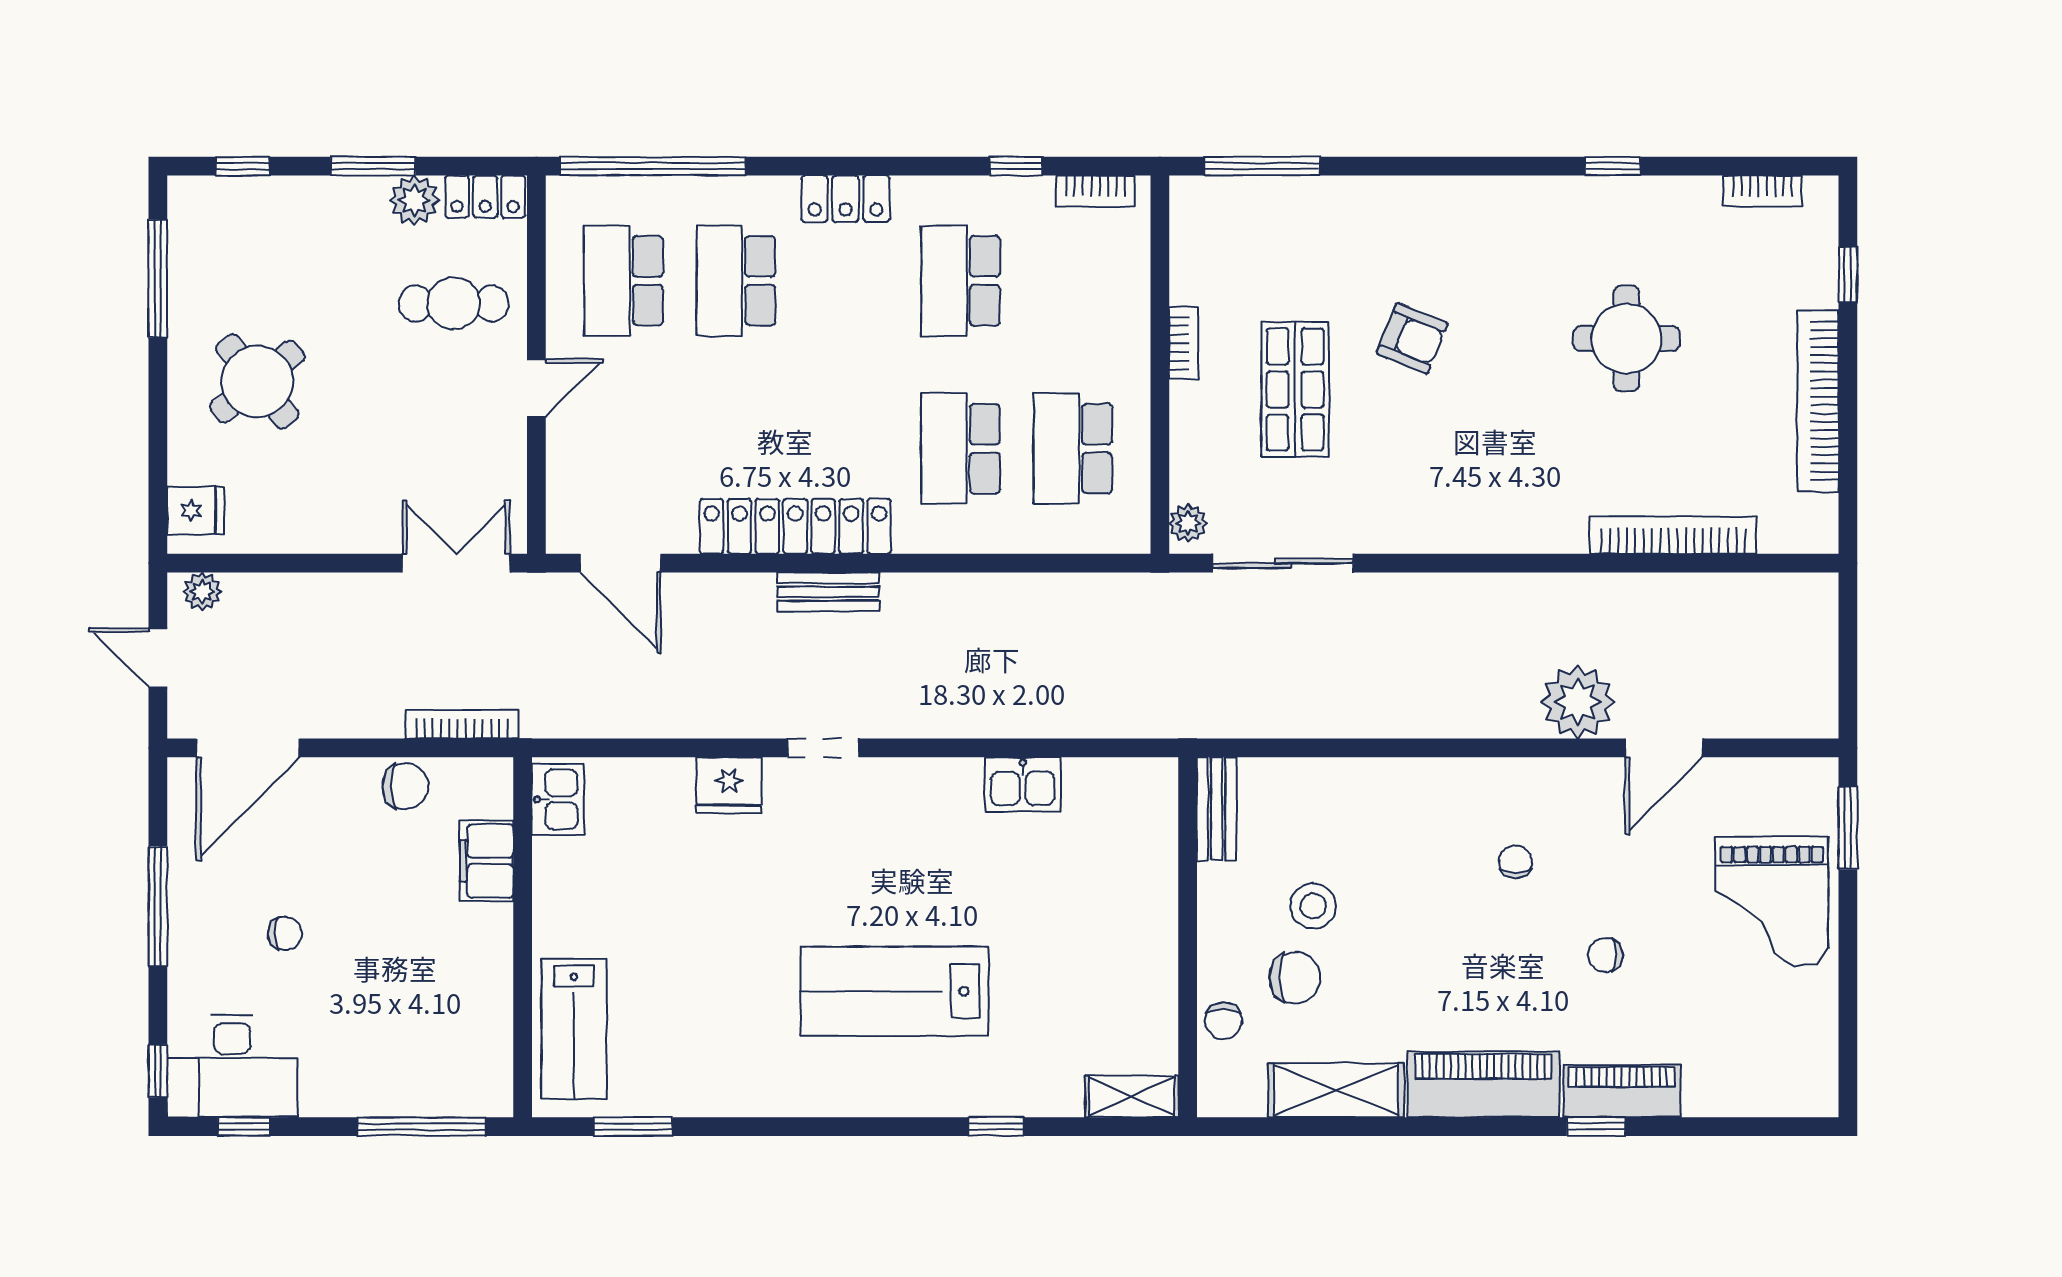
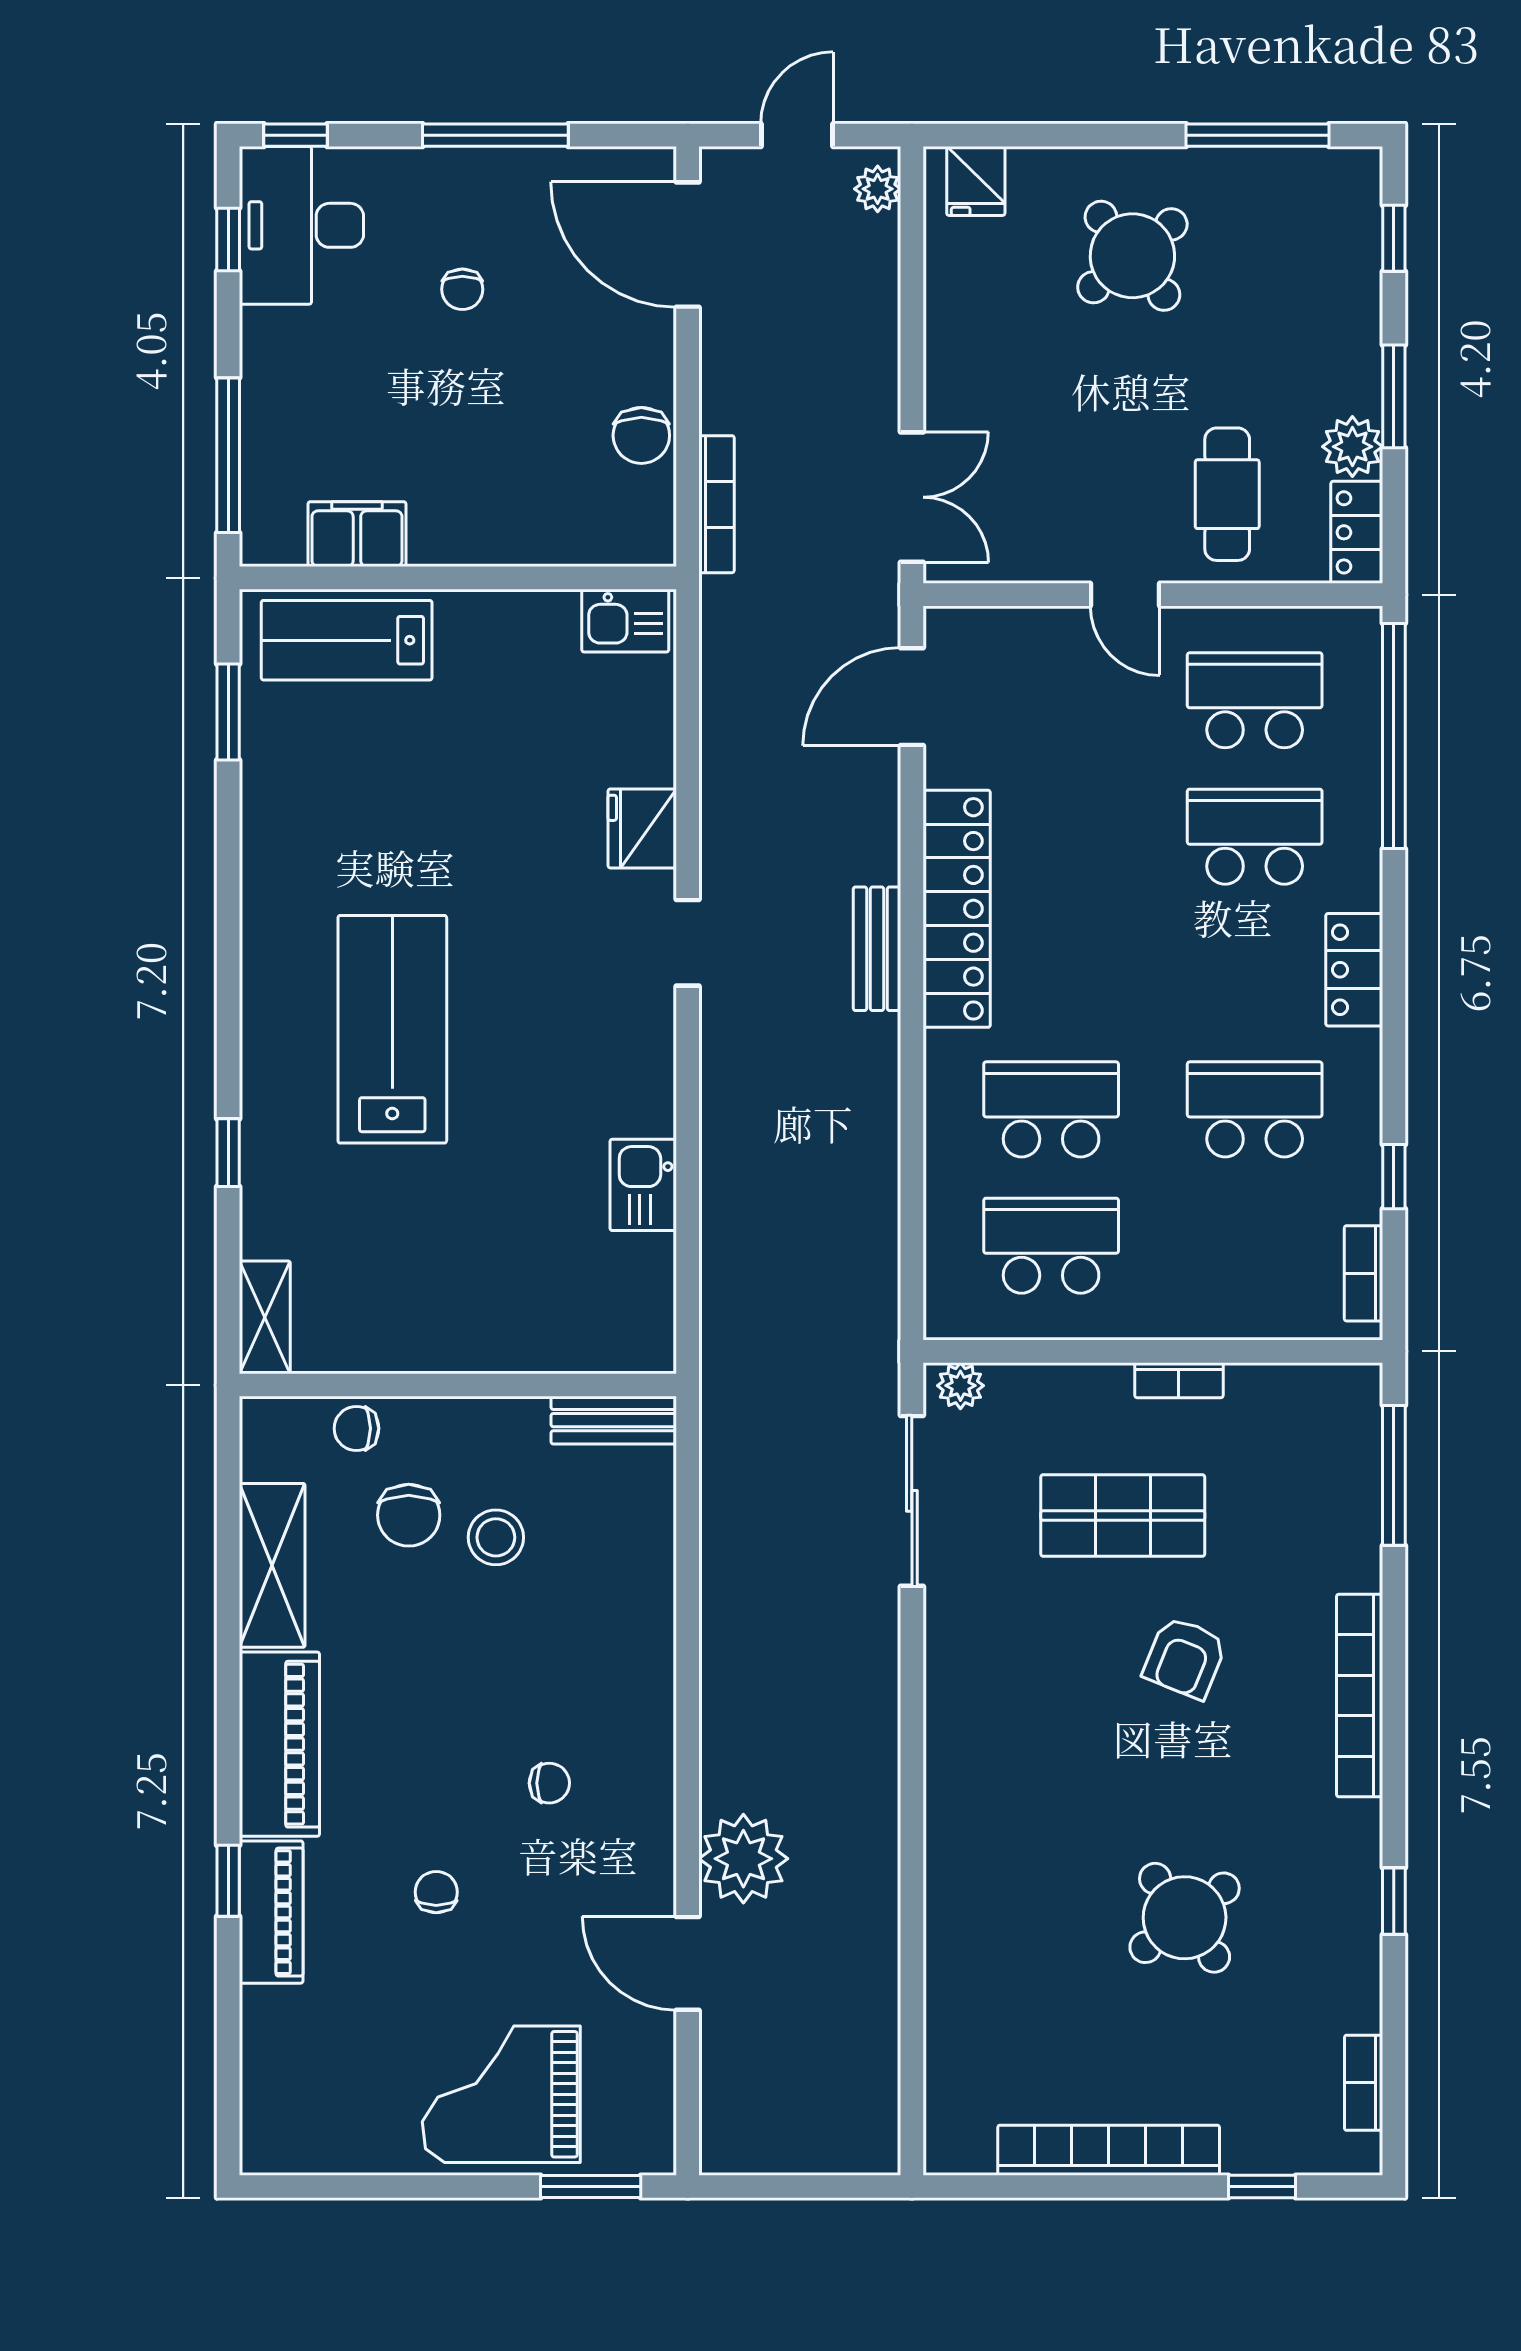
round table: (1626, 339) -> (1185, 1918), turned -37
bookcase: (1673, 535) -> (1360, 1696), moved, turned 180
filing cabinet: (487, 861) -> (357, 534), moved

